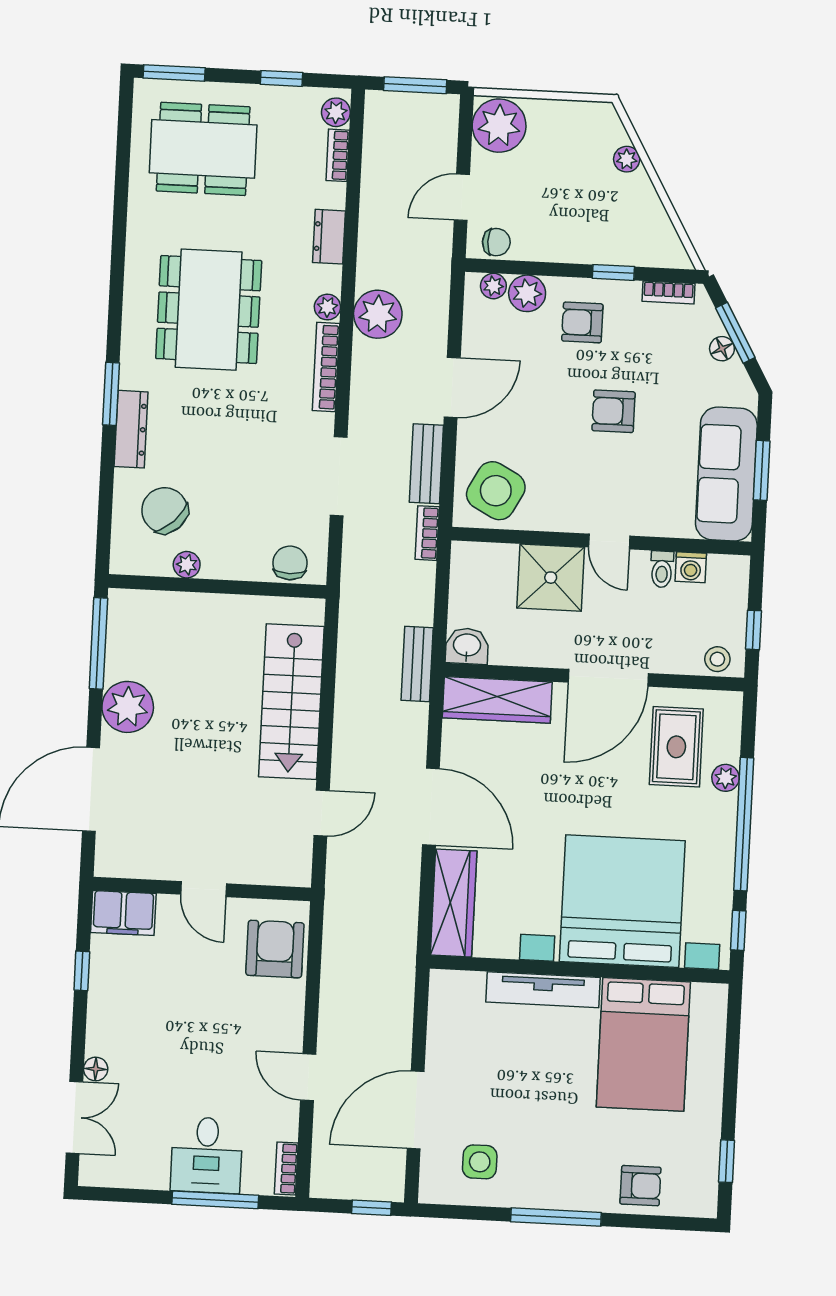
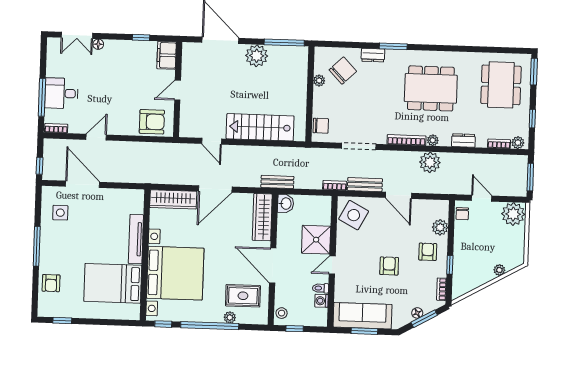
plant: (493, 286) -> (443, 213), removed
dresser: (131, 429) -> (373, 55), width x0.70

